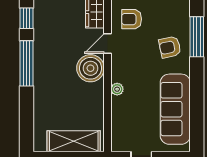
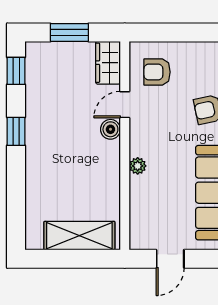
window: (26, 63) -> (16, 131), width x0.46
boiler: (90, 68) -> (110, 129), width x0.54, depth x0.54

